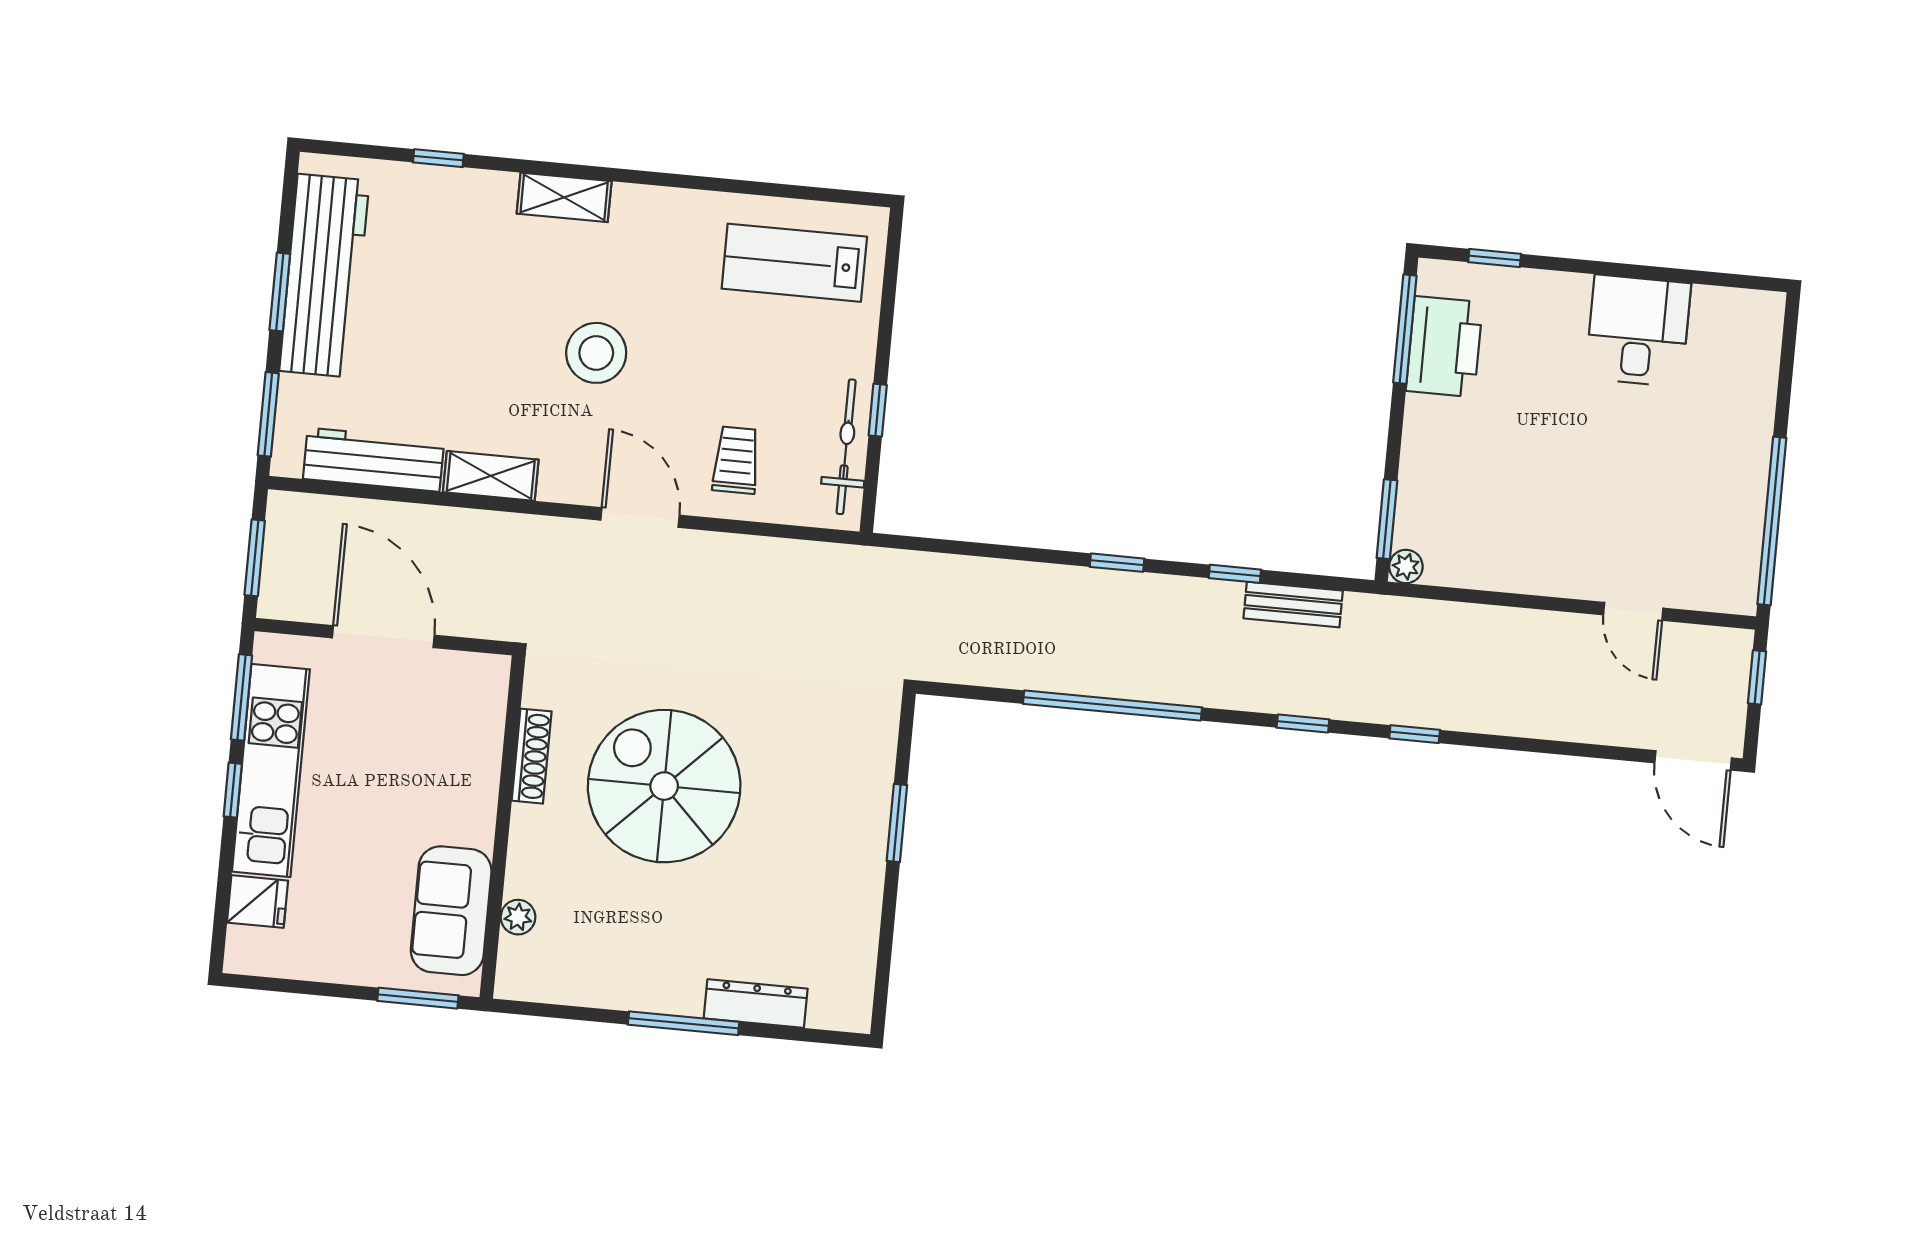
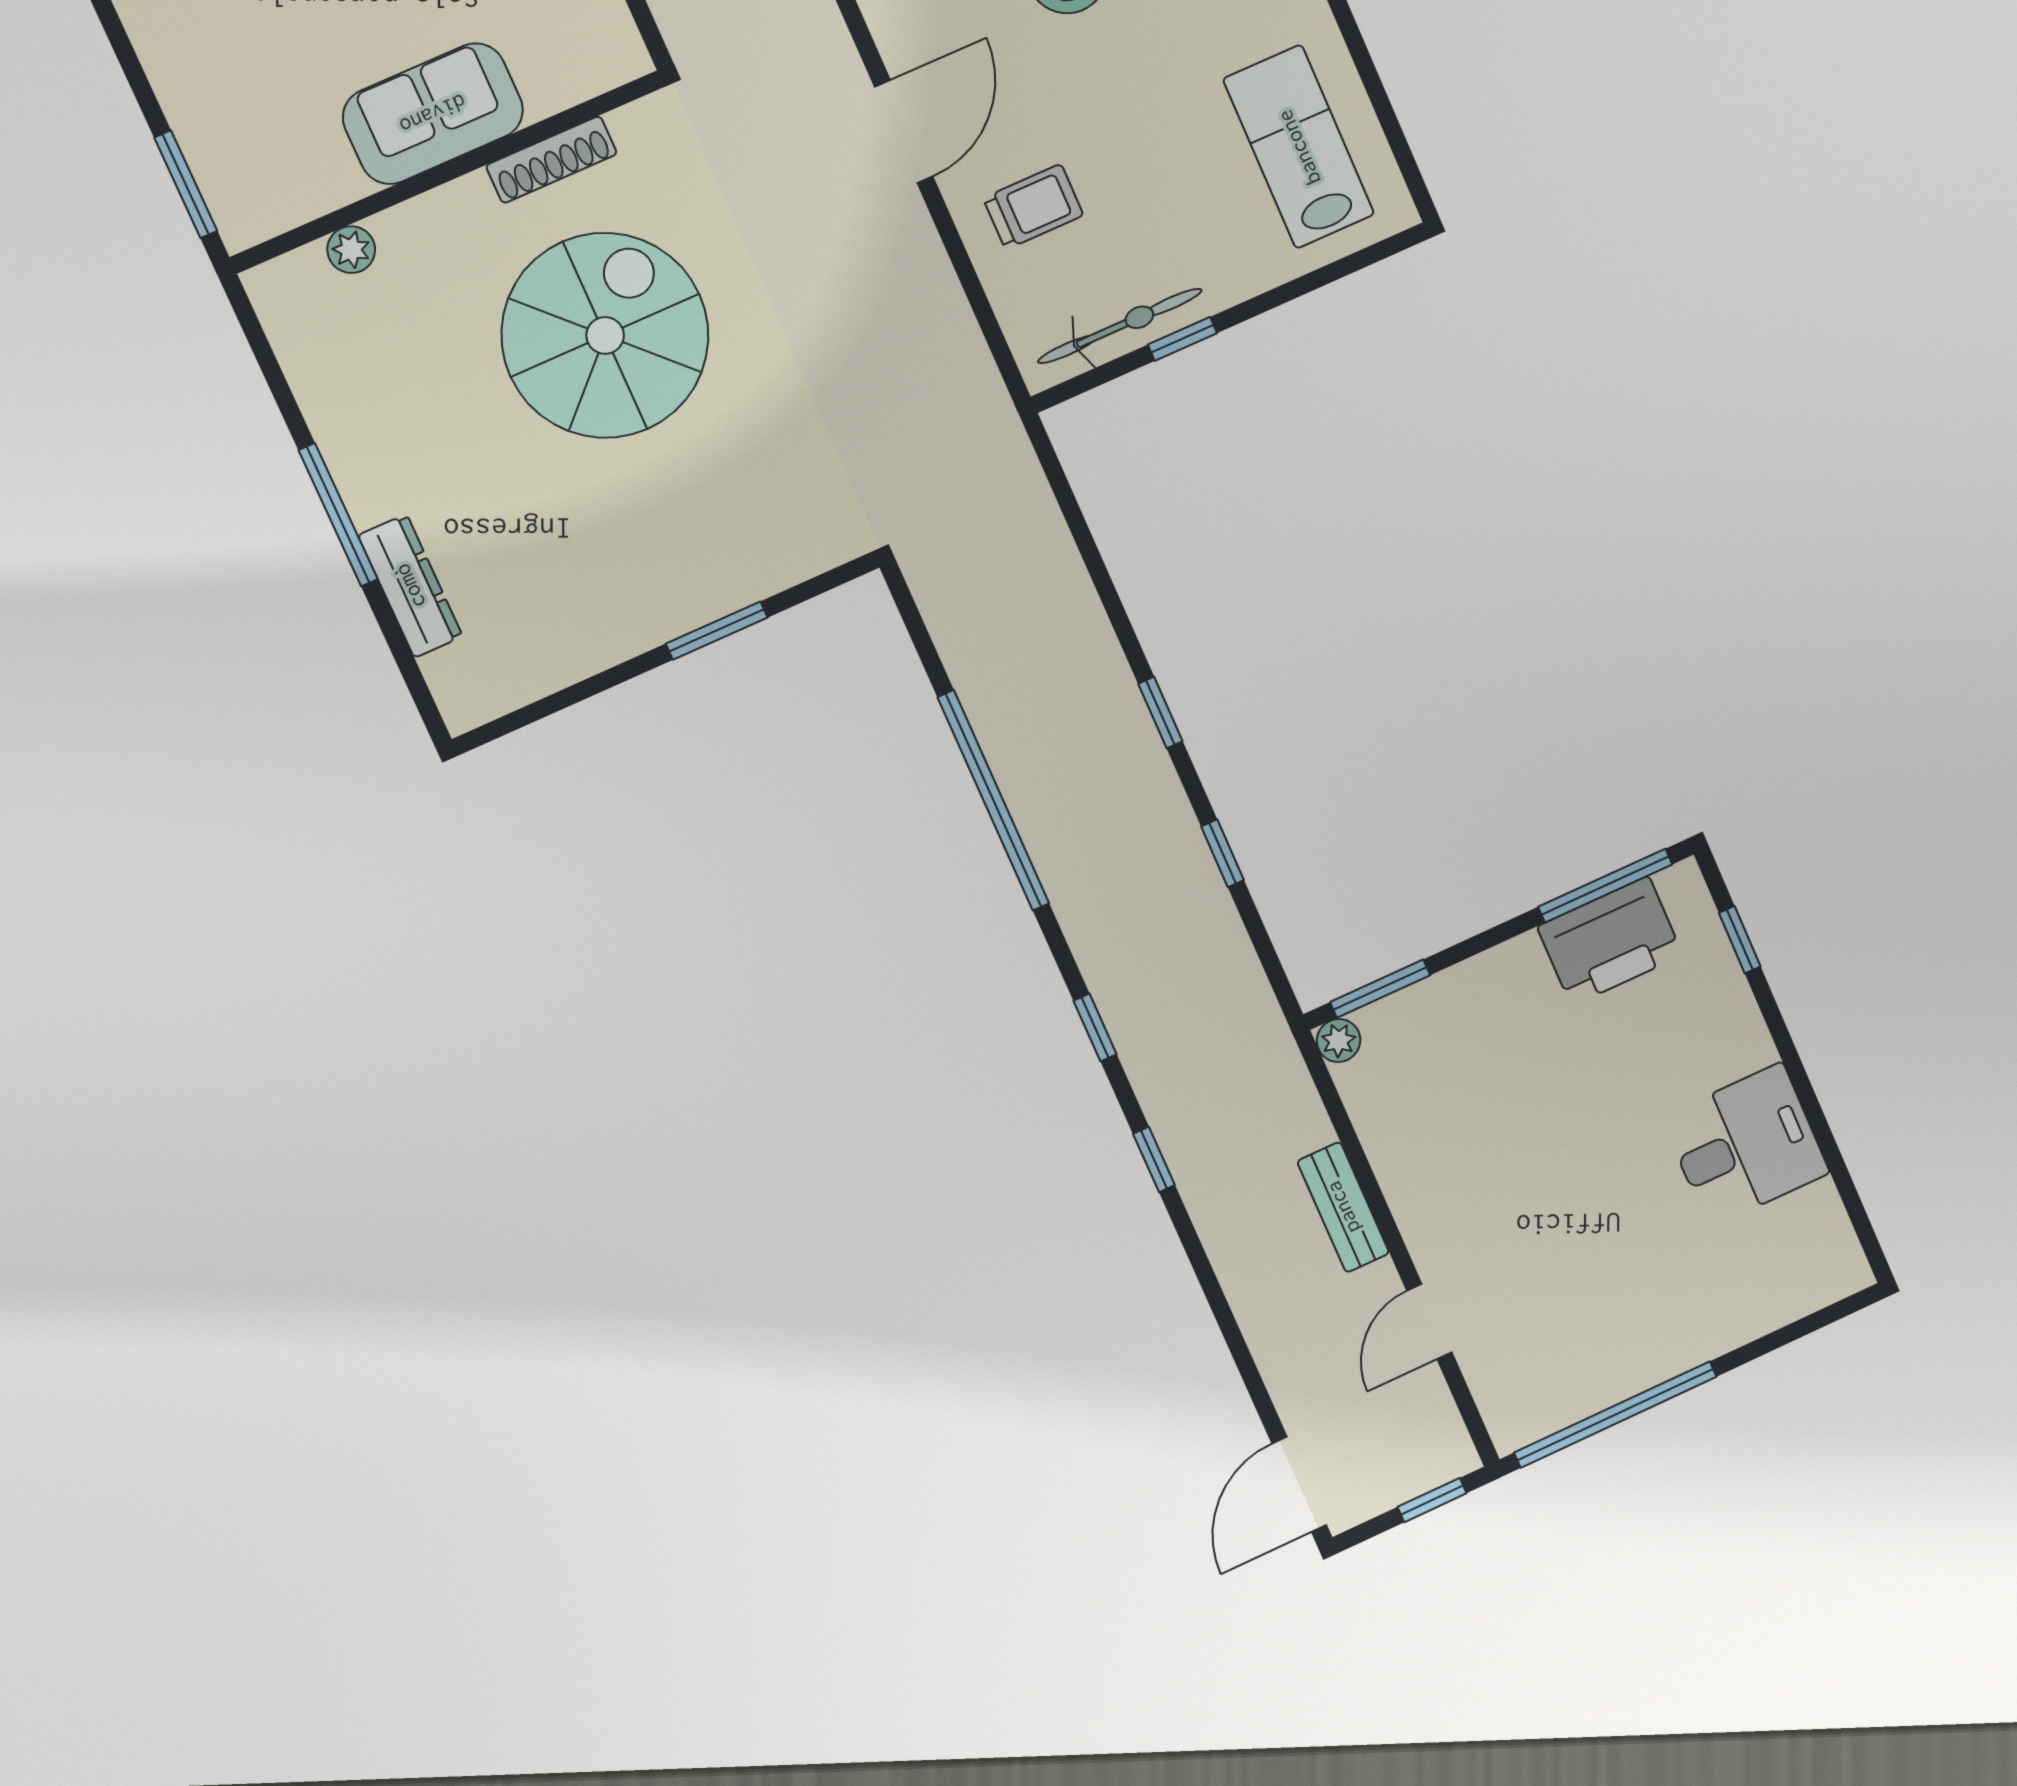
bench: (1293, 605) -> (1343, 1207), moved
sofa: (451, 911) -> (433, 114), moved

